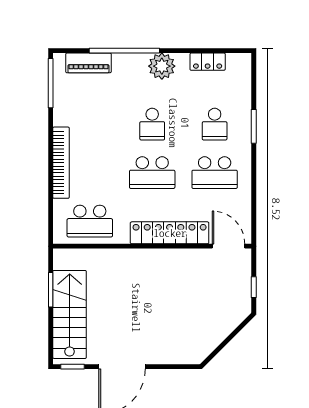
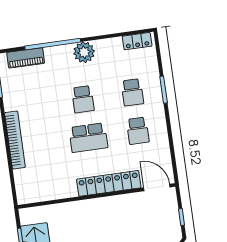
locker: (208, 62) -> (137, 41), moved
school desk: (215, 173) -> (138, 131), width x0.54
school desk: (90, 221) -> (44, 183), removed

